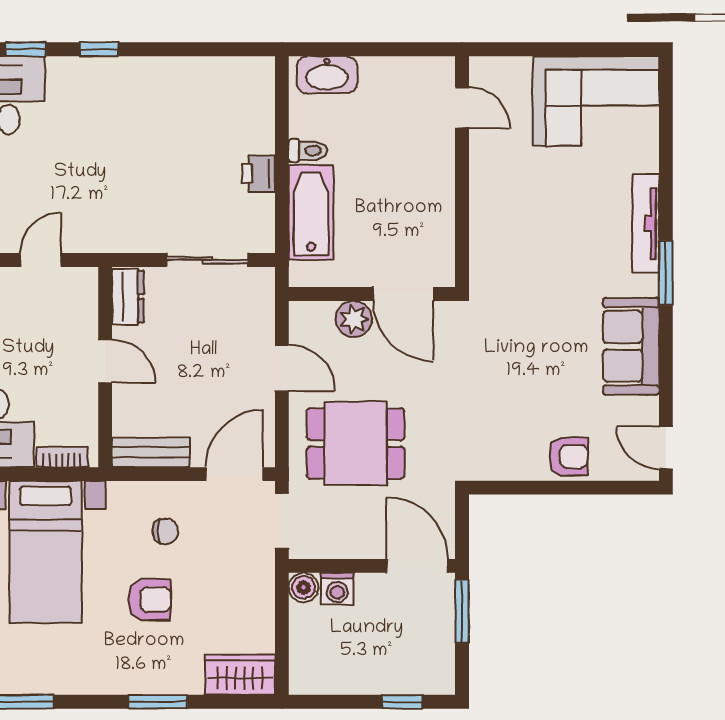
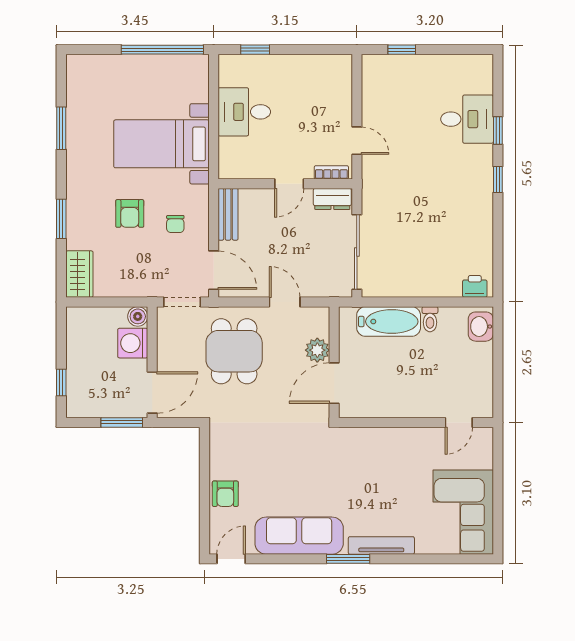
washbasin: (327, 75) -> (481, 327), width x0.72
printer: (259, 174) -> (475, 286), moved
sliding door: (207, 260) -> (357, 252), width x1.37
sofa: (631, 346) -> (299, 536), width x1.36
door: (282, 368) -> (285, 302), swing flipped
bookcase: (62, 457) -> (331, 172), moved, turned -90
washing machine: (337, 589) -> (133, 343), width x1.38, depth x1.38

